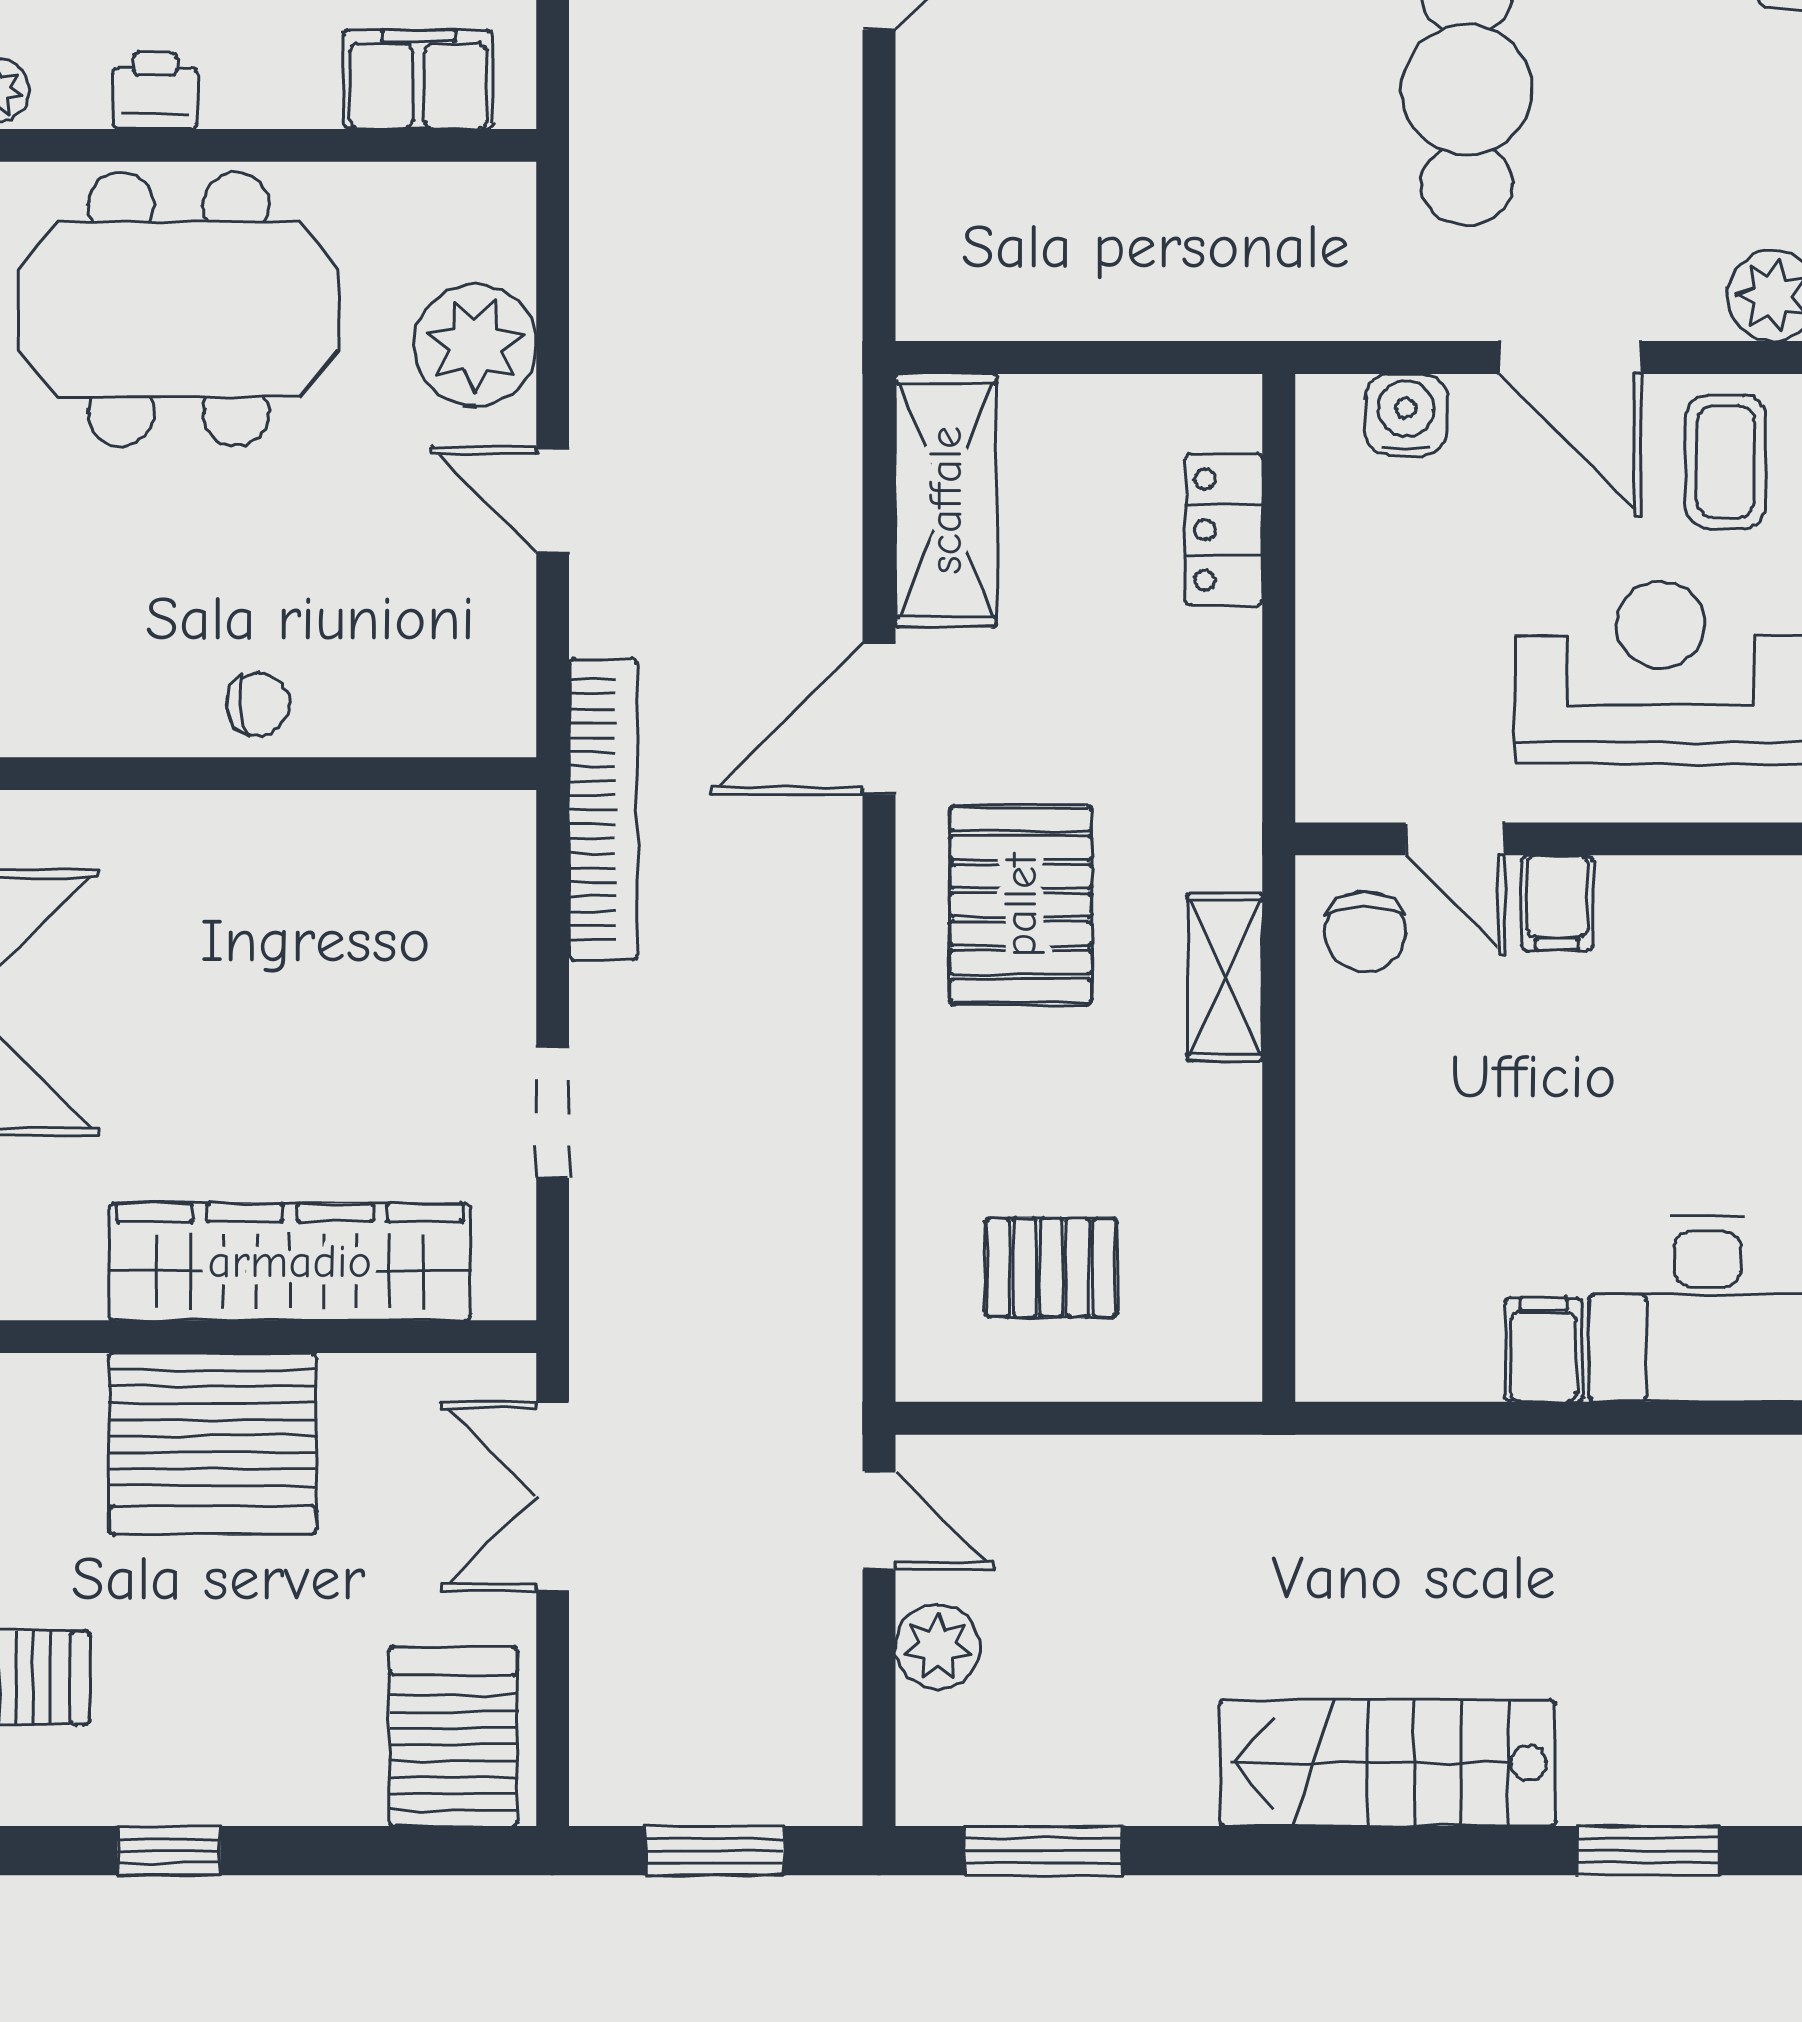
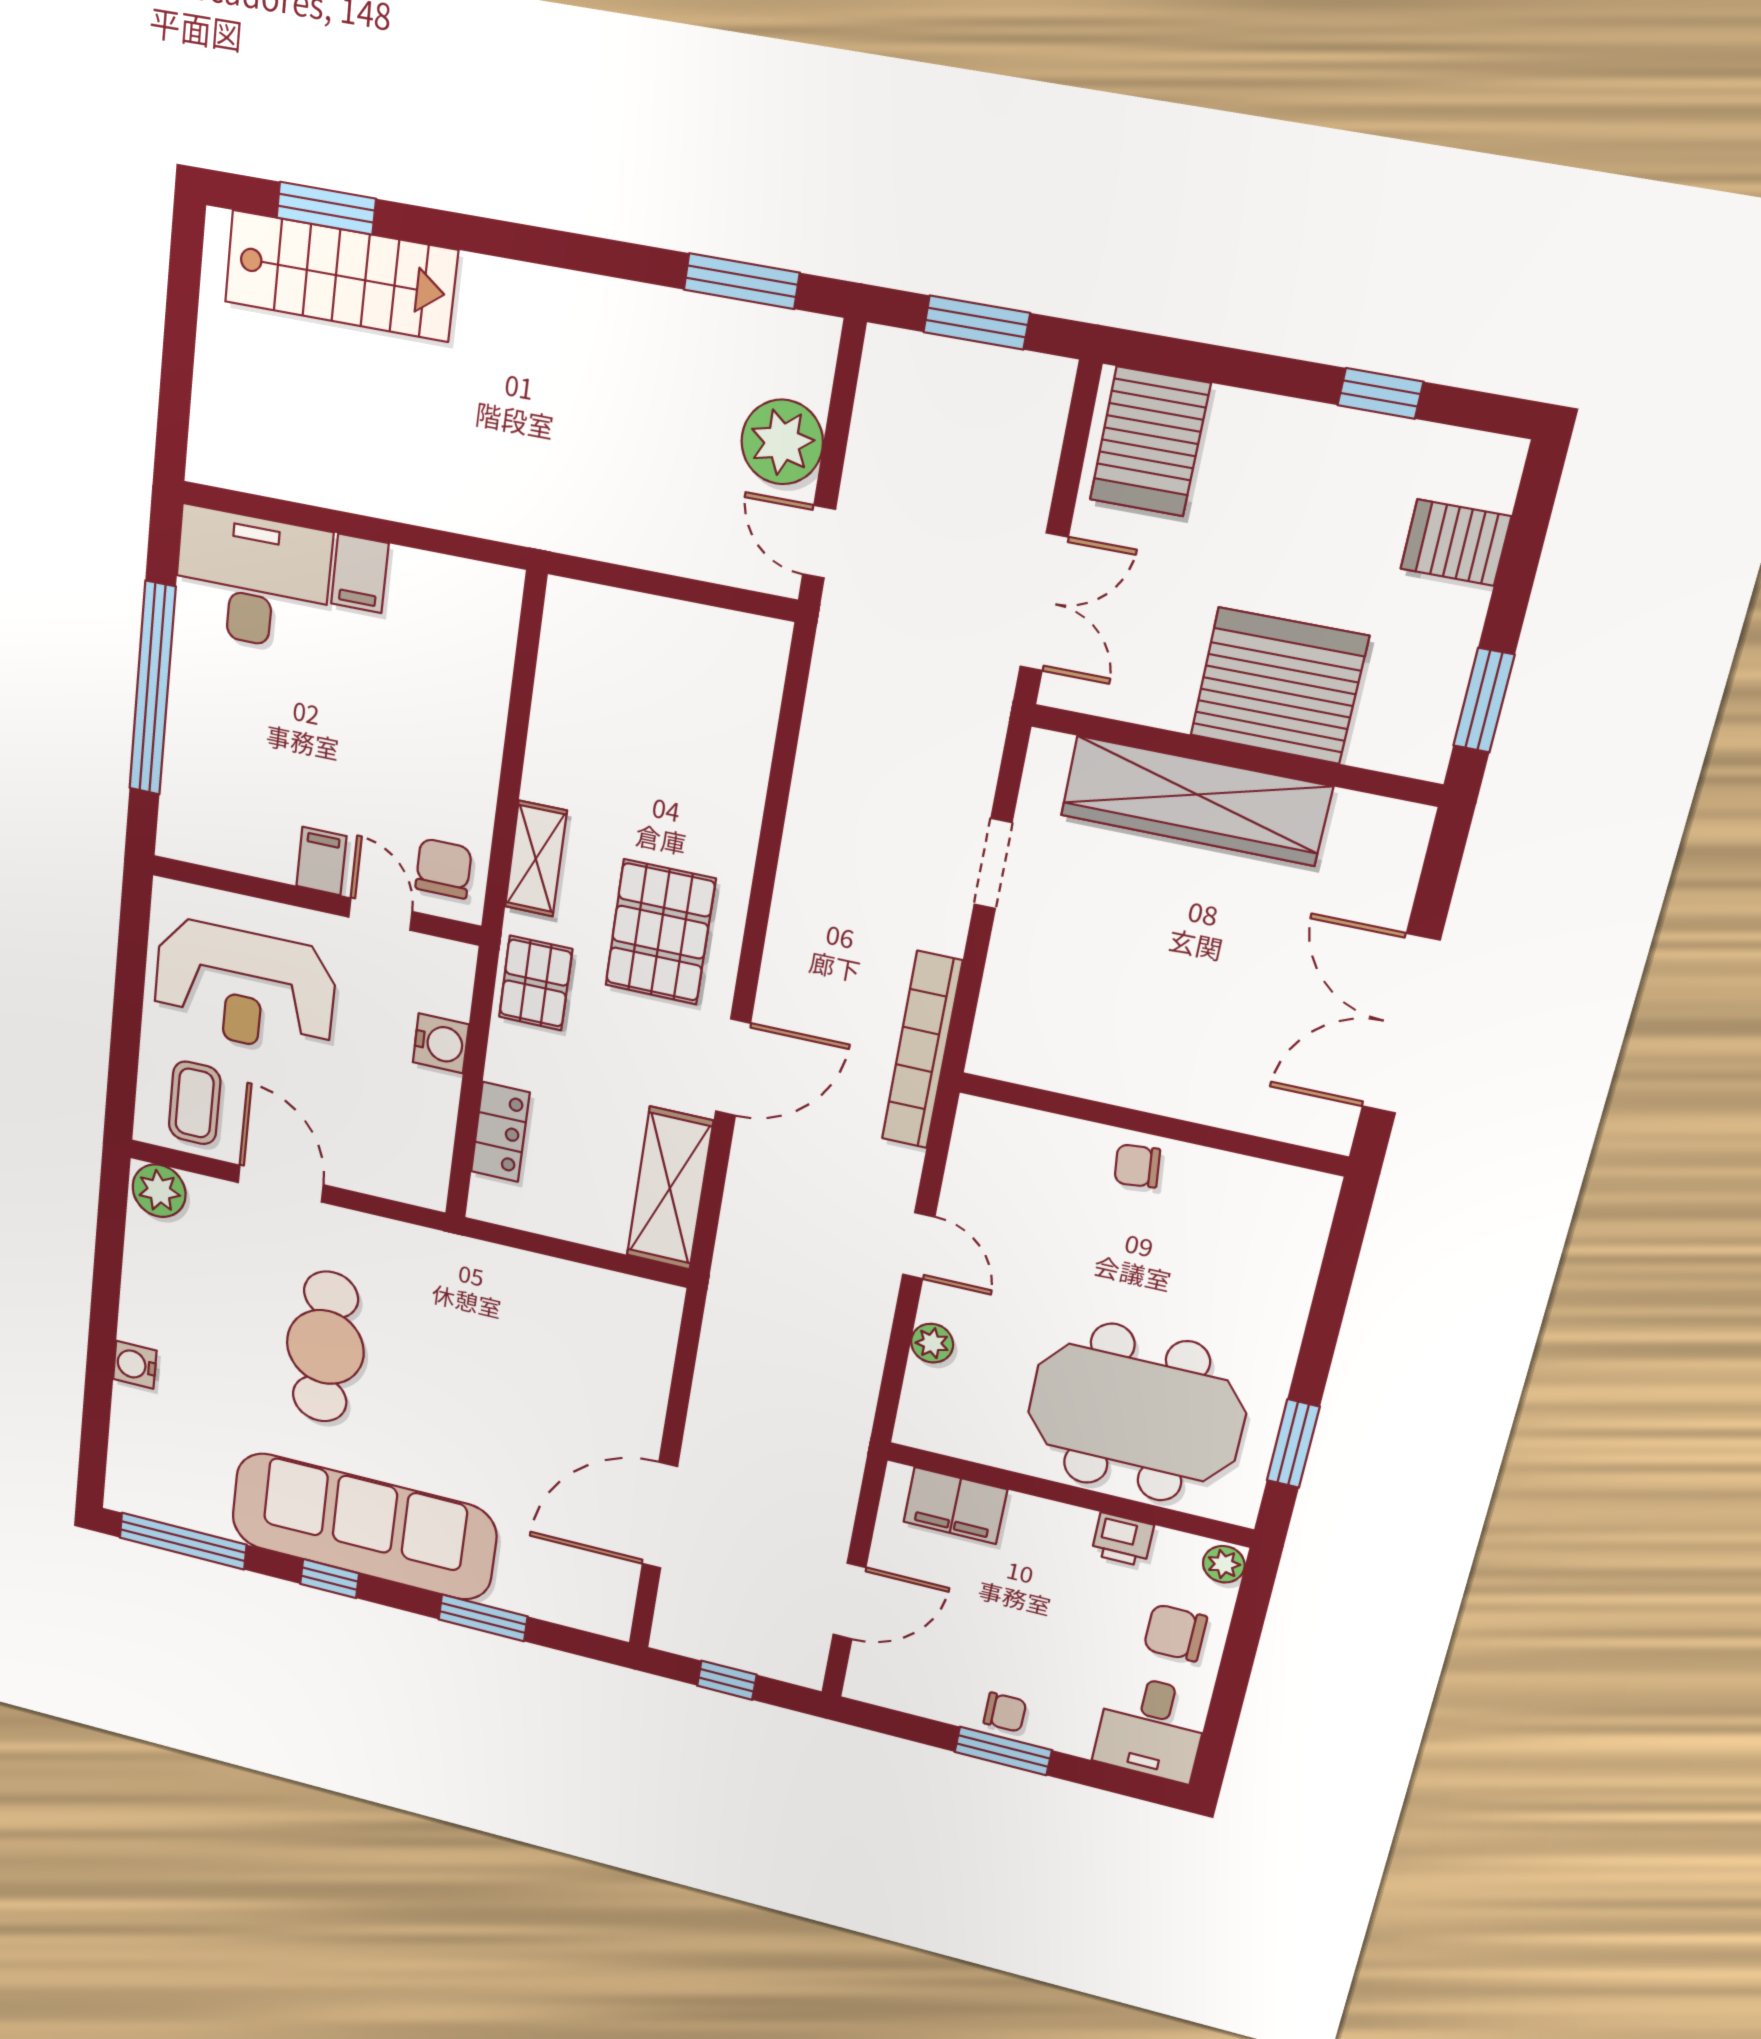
plant: (475, 345) -> (932, 1343), width x0.53, depth x0.53
water cooler: (1406, 415) -> (441, 1043), moved, turned -90
pallet: (1051, 1268) -> (536, 983), moved, turned 90
plant: (938, 1647) -> (782, 442), width x1.36, depth x1.36
stairs: (1387, 1763) -> (340, 276), moved

